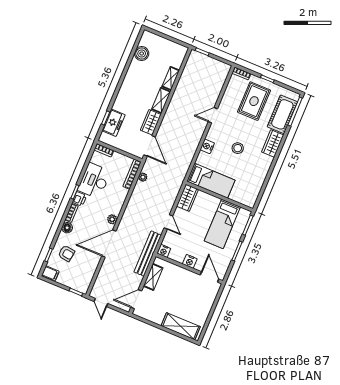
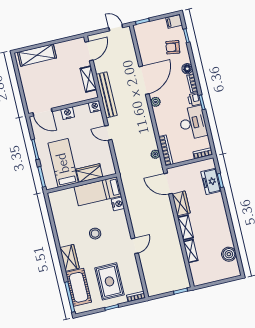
nightstand: (207, 146) -> (118, 204), moved
wardrobe: (188, 198) -> (89, 173), moved, turned 90

